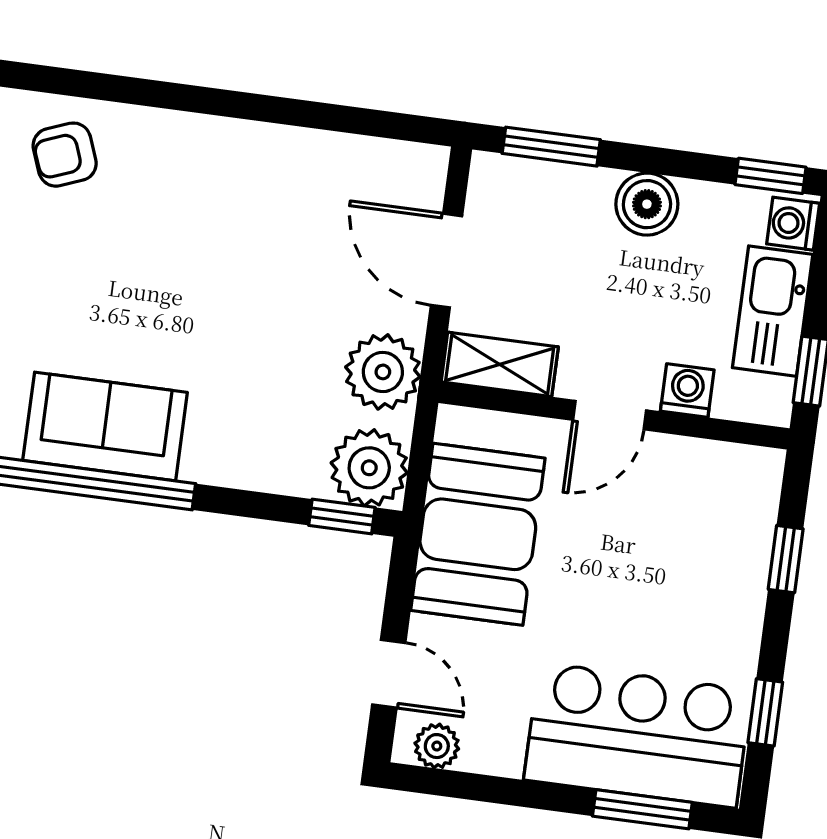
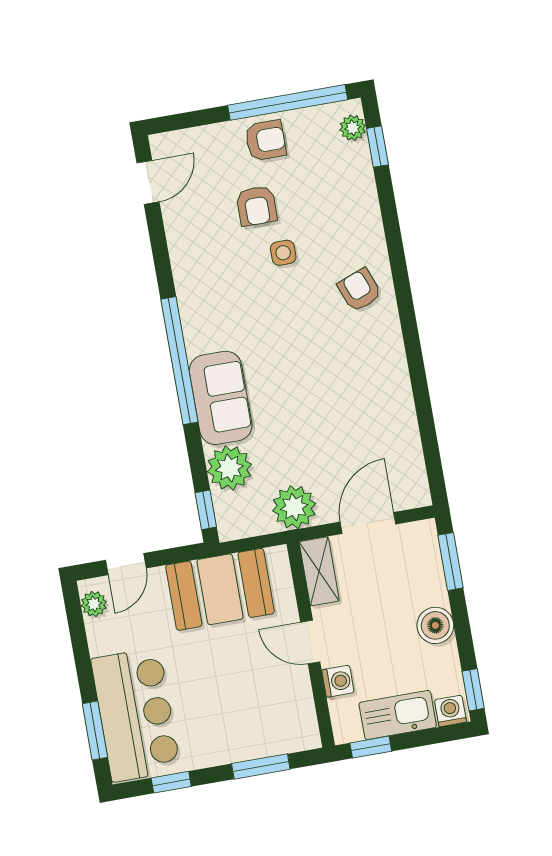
sofa: (105, 426) -> (221, 398), moved
plant: (369, 468) -> (229, 468), moved
window: (786, 559) -> (261, 766), width x1.50

